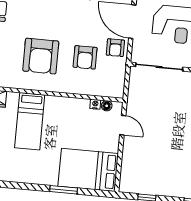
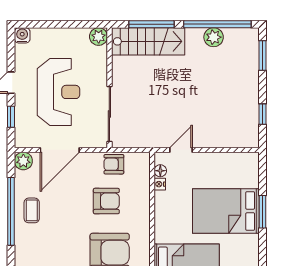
armchair: (115, 48) -> (114, 164), moved, turned 180
bed: (88, 170) -> (226, 211), moved, turned 90

